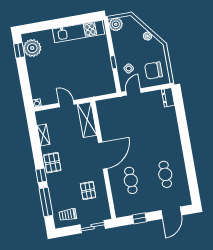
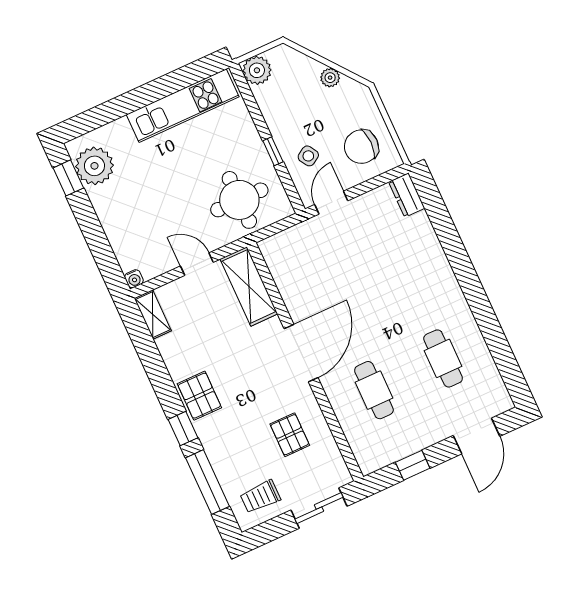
round table: (93, 80) -> (239, 200), added
shelving: (43, 135) -> (153, 315), moved

